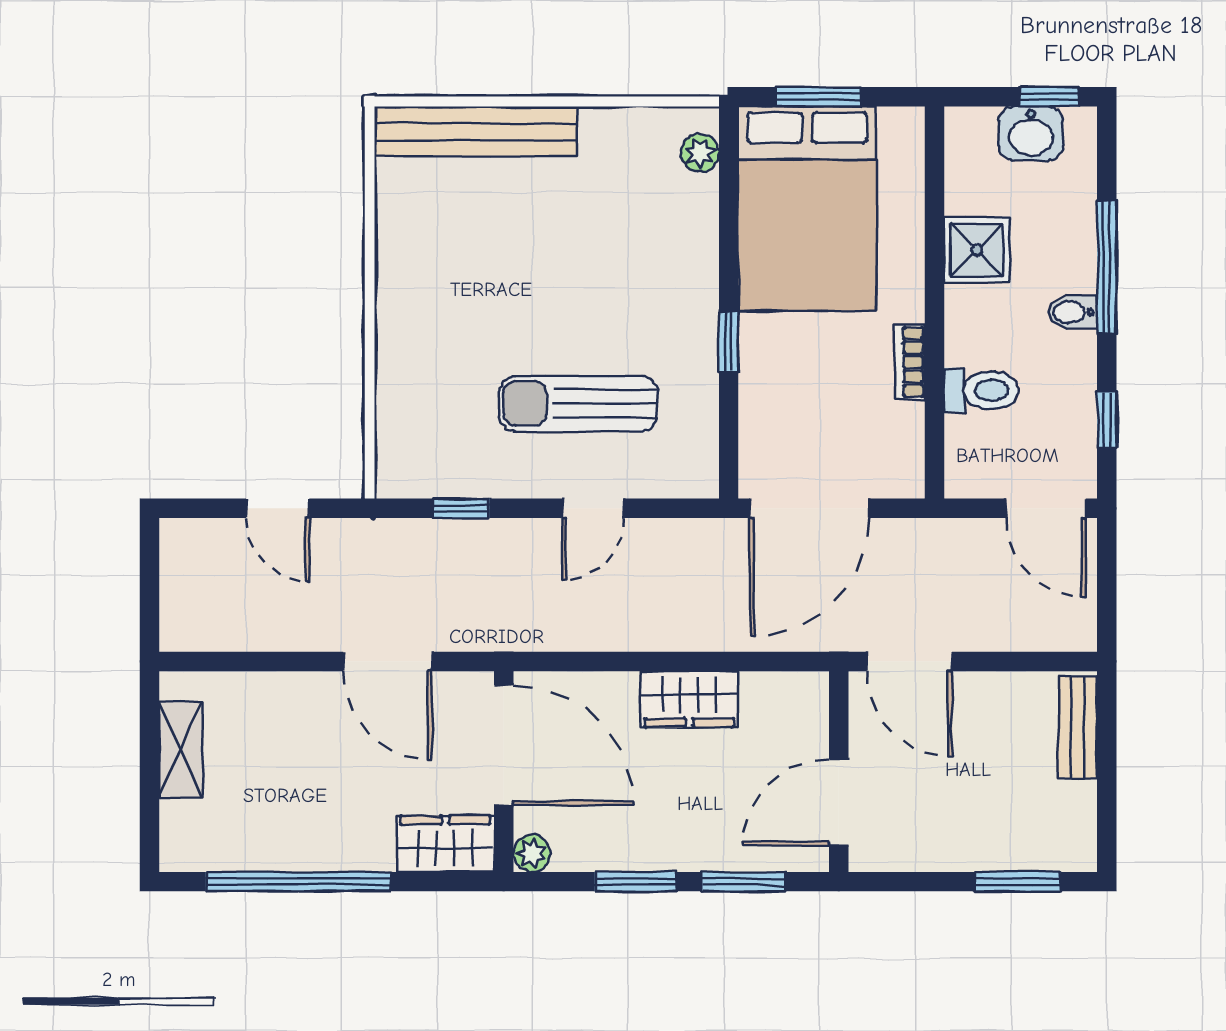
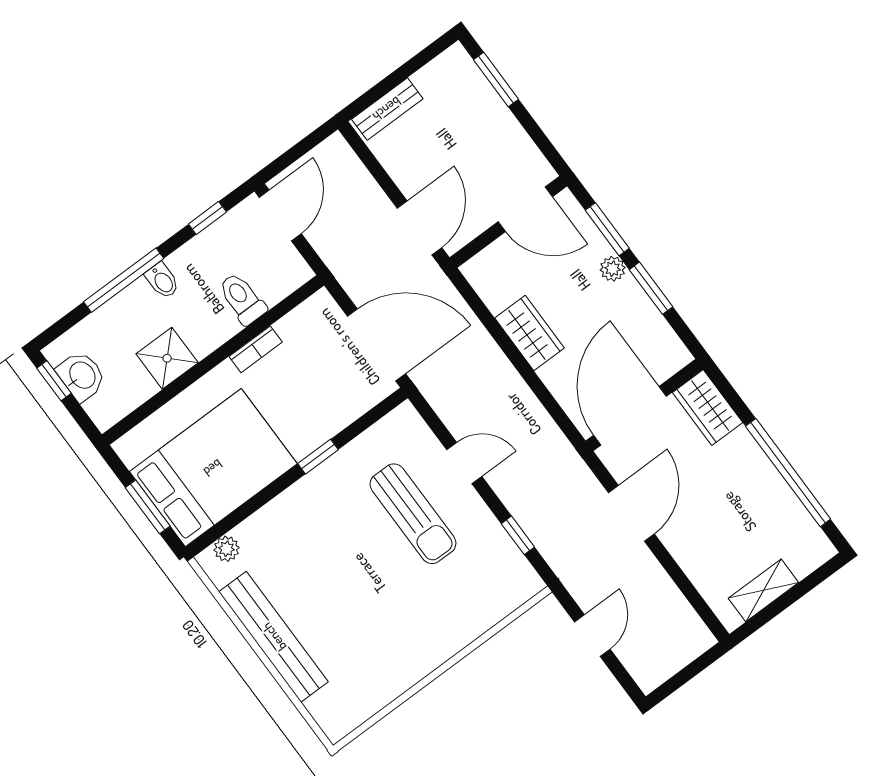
bench: (476, 131) -> (274, 637), moved
plant: (532, 853) -> (613, 269), moved

